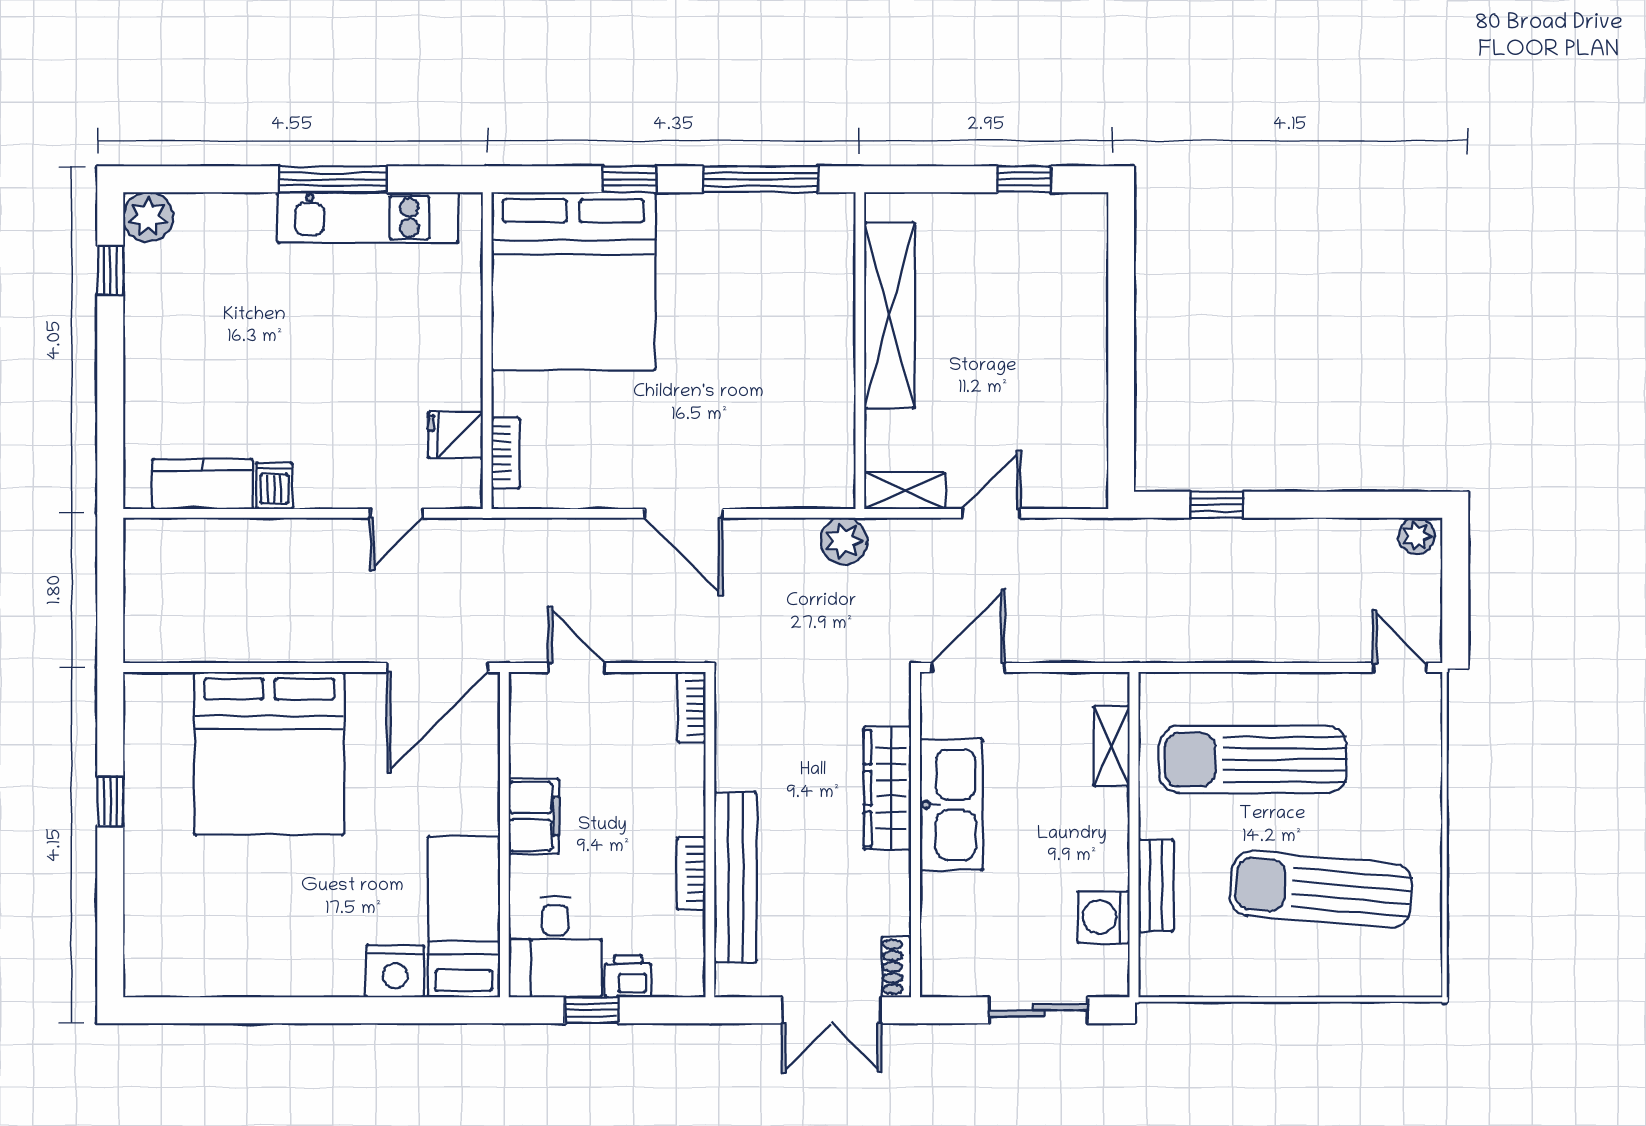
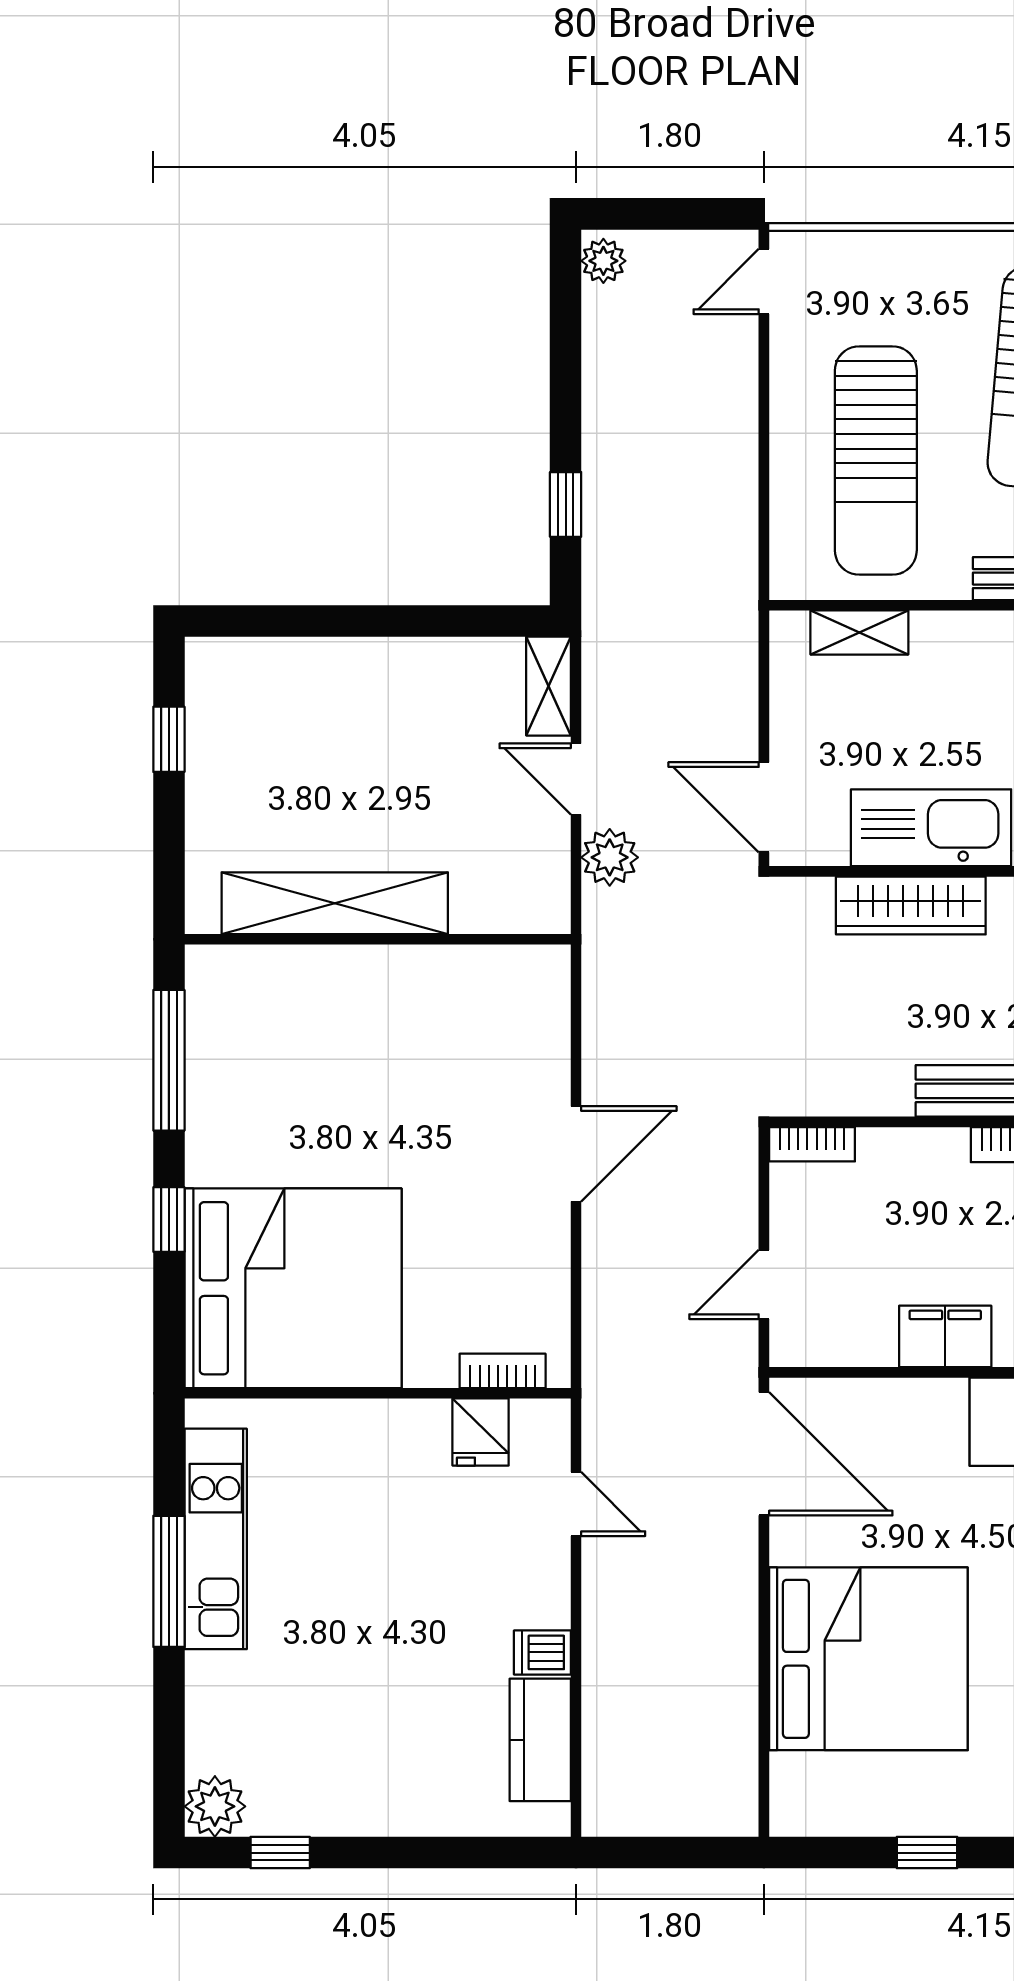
shelving: (905, 491) -> (548, 686), moved
plant: (844, 541) -> (610, 857), moved

